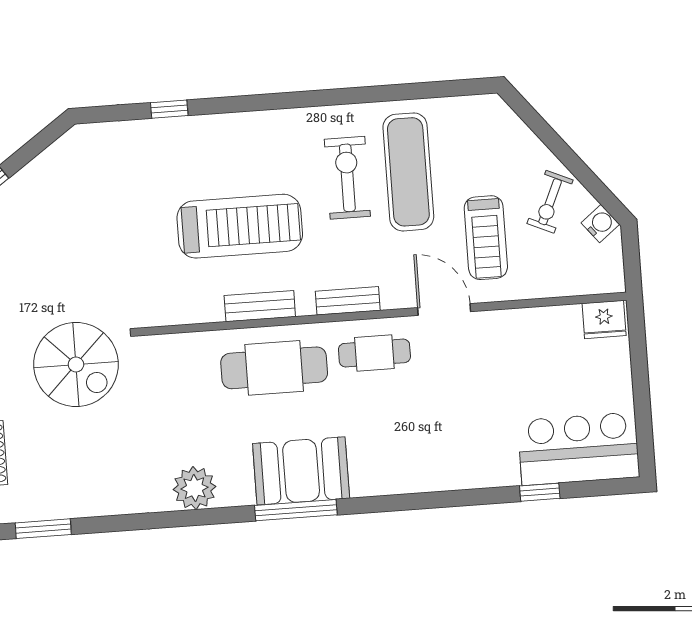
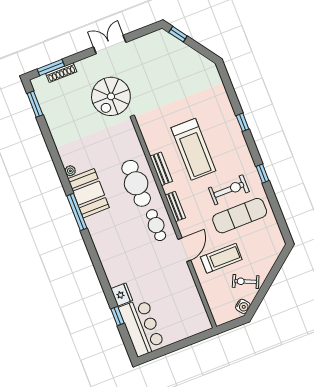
window: (335, 97) -> (263, 174), added
window: (169, 109) -> (243, 122), moved
treadmill: (486, 238) -> (221, 258), turned 180
fridge: (604, 319) -> (122, 295), moved, turned 180
booth: (301, 471) -> (89, 193), moved
plant: (195, 488) -> (70, 171), width x0.53, depth x0.53

